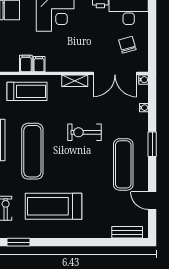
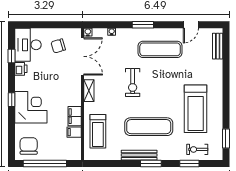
filing cabinet: (39, 64) -> (75, 116), width x2.00
treadmill: (27, 91) -> (98, 131), turned 180

